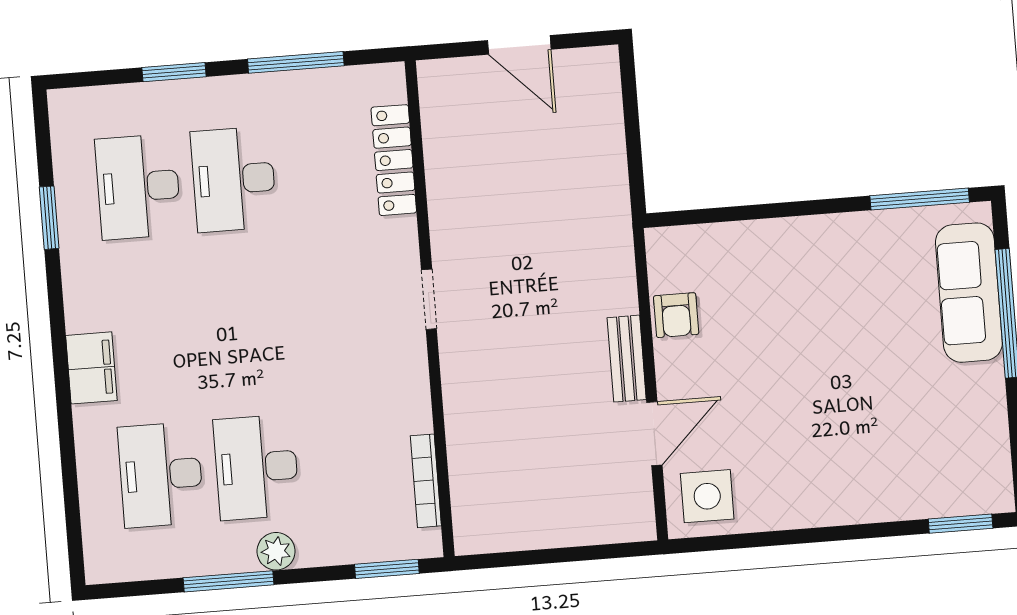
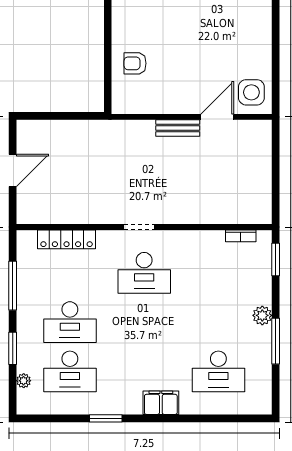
plant: (113, 98) -> (24, 381), added
window: (49, 218) -> (106, 418), moved
armchair: (676, 315) -> (135, 63), moved, turned 180
door: (654, 434) -> (217, 117), hinge flipped
desk: (256, 467) -> (144, 273), moved
bookcase: (426, 481) -> (241, 236), width x0.64

